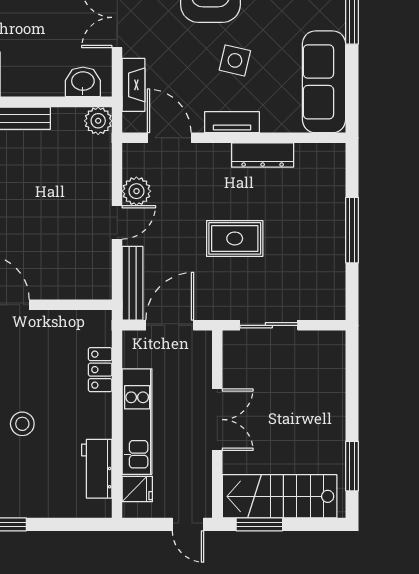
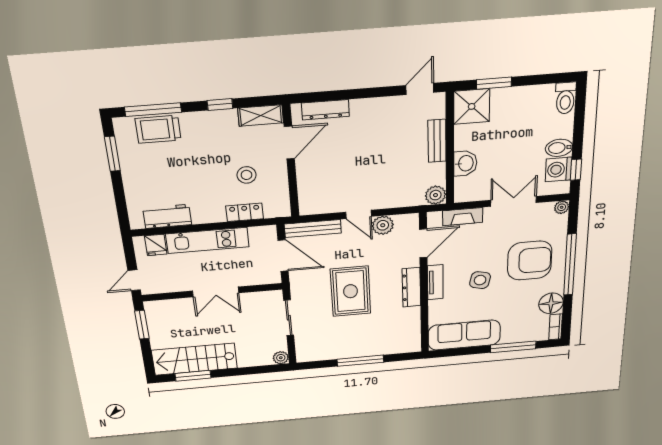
washbasin: (83, 82) -> (465, 163), moved
dresser: (263, 155) -> (411, 287), moved
rug: (235, 238) -> (350, 291), width x1.36, depth x1.43
plant: (335, 341) -> (281, 358), added
stool: (22, 424) -> (246, 175), moved
stairs: (280, 496) -> (195, 359), moved, turned -90

